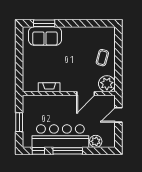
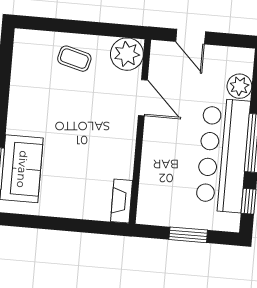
fireplace: (49, 87) -> (122, 201), moved

